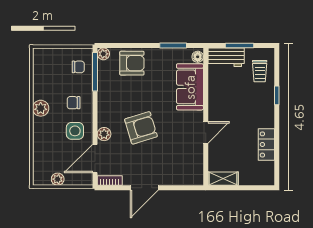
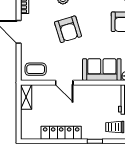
locker: (266, 144) -> (61, 133), width x1.53
coffee table: (189, 167) -> (36, 69), added

